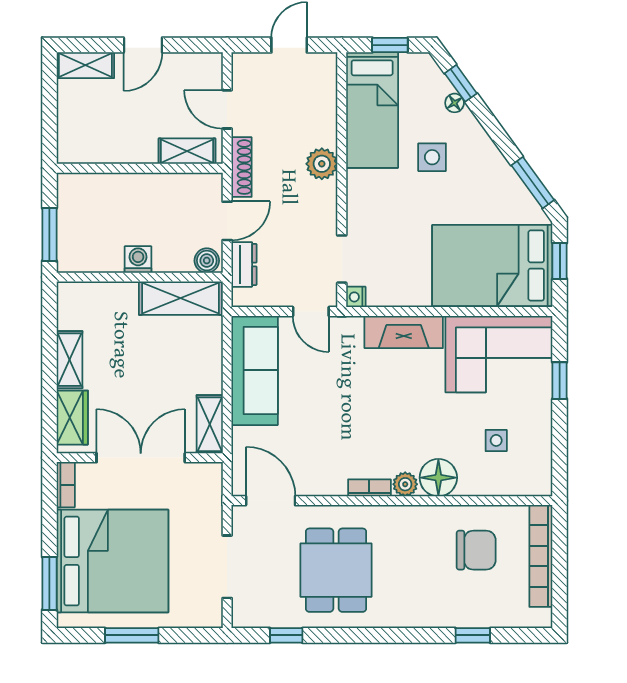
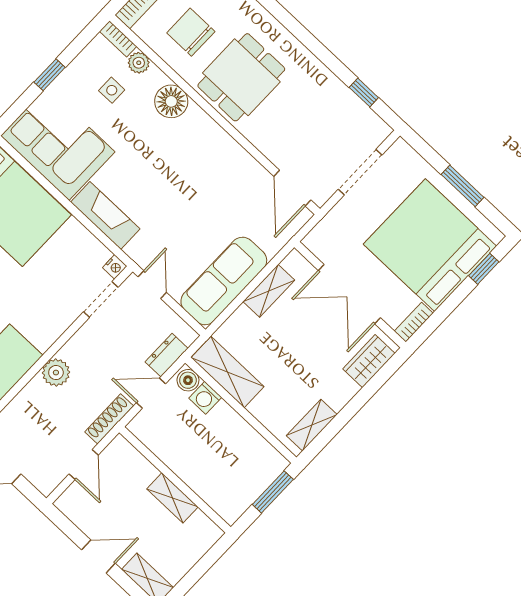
shelving: (187, 151) -> (172, 498), moved
washing machine: (138, 260) -> (205, 398), moved
shelving: (70, 360) -> (312, 425), moved
window: (560, 381) -> (50, 75), moved
shelving: (210, 424) -> (269, 291), moved
plant: (405, 484) -> (139, 63), moved
bookcase: (369, 488) -> (118, 39), moved
dining table: (336, 570) -> (241, 77), moved
window: (49, 583) -> (484, 269), width x0.67

